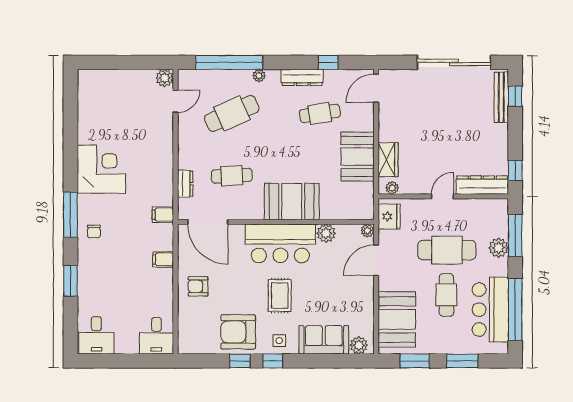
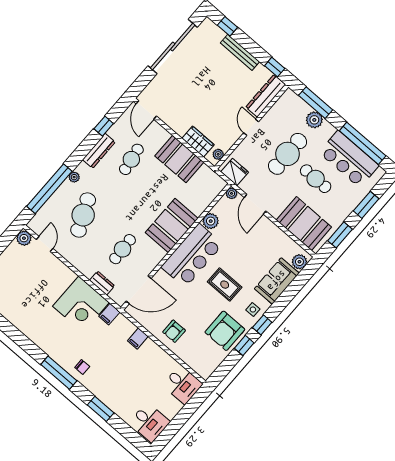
bench: (501, 97) -> (240, 52), moved
corner desk: (101, 169) -> (81, 304), moved, turned 180

